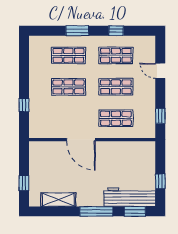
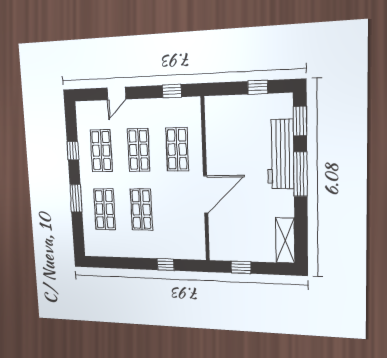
window: (24, 183) -> (241, 267), moved
workbench: (130, 197) -> (281, 154), moved
shelving: (58, 200) -> (285, 240), moved

